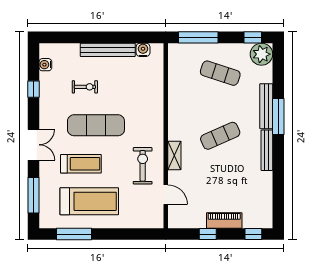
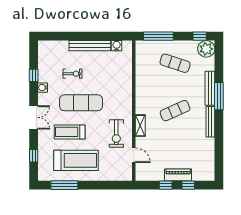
water cooler: (45, 65) -> (43, 88), moved
treadmill: (81, 164) -> (70, 132), turned 180
exercise bike: (143, 166) -> (116, 133), turned 180
window: (33, 195) -> (34, 156), width x0.46
window: (253, 234) -> (188, 185), moved

